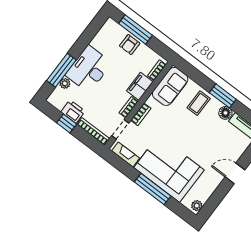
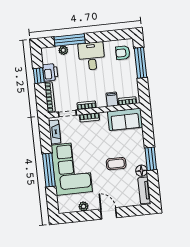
armchair: (130, 45) -> (123, 53), moved
desk: (89, 69) -> (92, 56), width x0.73
filing cabinet: (140, 86) -> (112, 99), width x0.50
coffee table: (199, 103) -> (116, 164), moved
plant: (197, 206) -> (84, 206), moved

